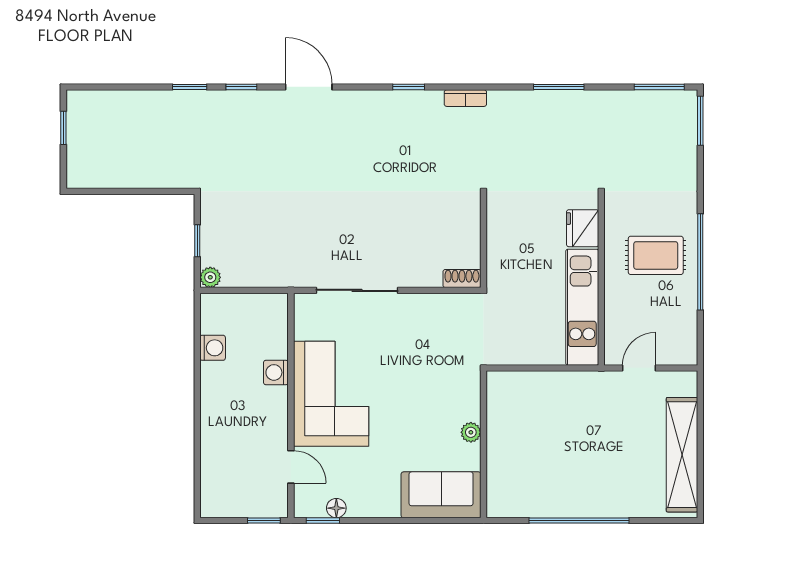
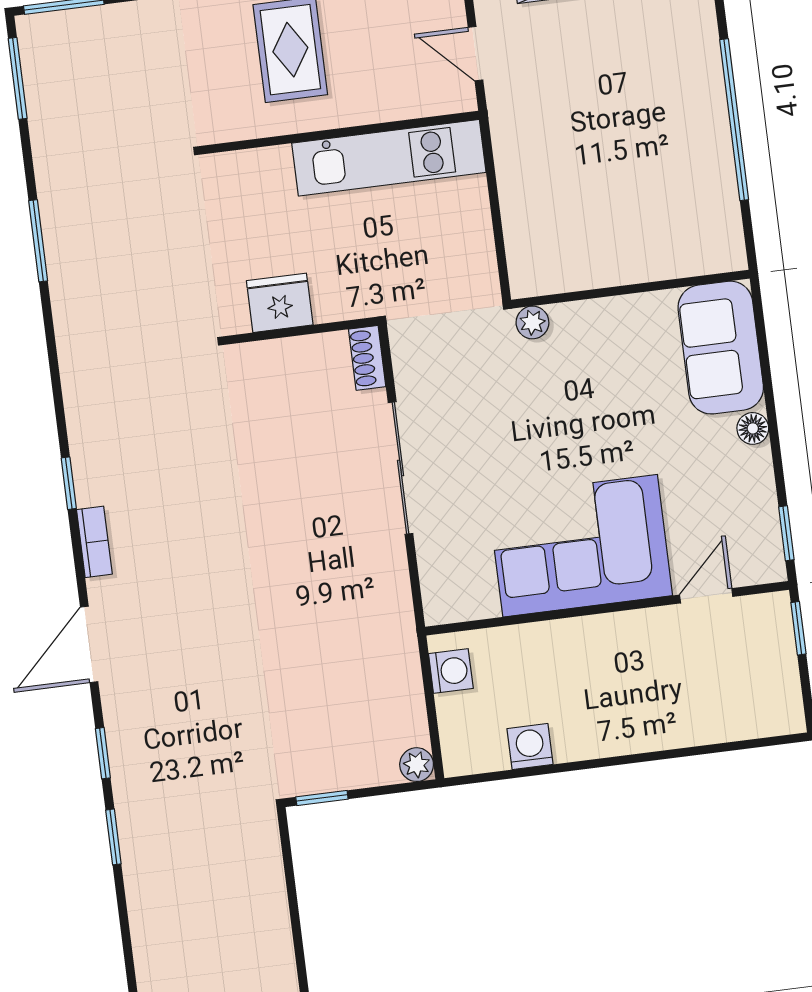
bookcase: (465, 98) -> (94, 542), moved
fridge: (583, 228) -> (280, 303), moved, turned 180
window: (197, 241) -> (322, 798), moved
sliding door: (357, 290) -> (401, 468), moved
washing machine: (276, 372) -> (451, 671), moved, turned -90
plant: (471, 432) -> (532, 322), moved
floor lamp: (336, 508) -> (753, 428), moved

